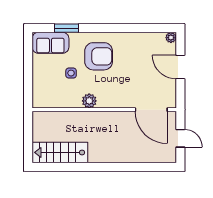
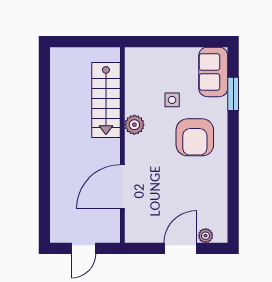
plant: (171, 38) -> (206, 236), moved
door: (151, 110) -> (122, 187), moved
stairs: (60, 152) -> (106, 100), moved, turned 180

